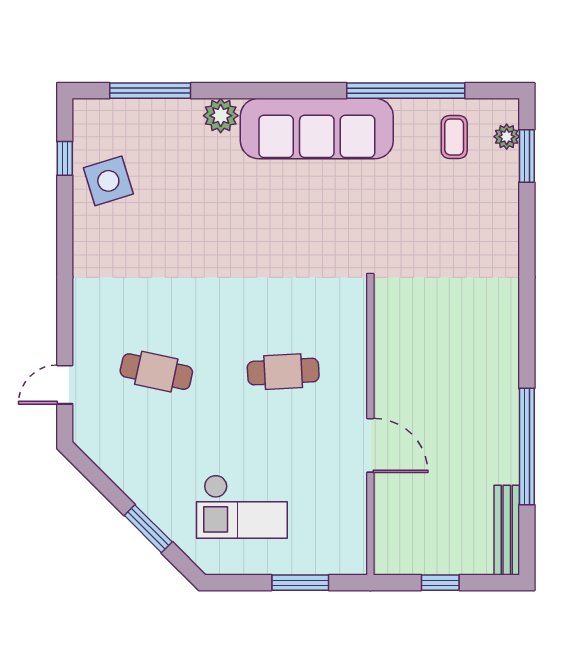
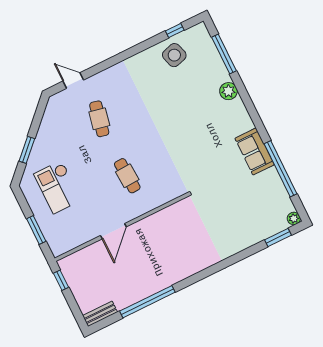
sofa: (317, 128) -> (255, 151), width x0.54, depth x0.79
coffee table: (454, 137) -> (270, 201), removed
plant: (507, 137) -> (294, 218), moved
bench: (507, 530) -> (100, 314), width x0.73
window: (440, 583) -> (61, 280), moved

